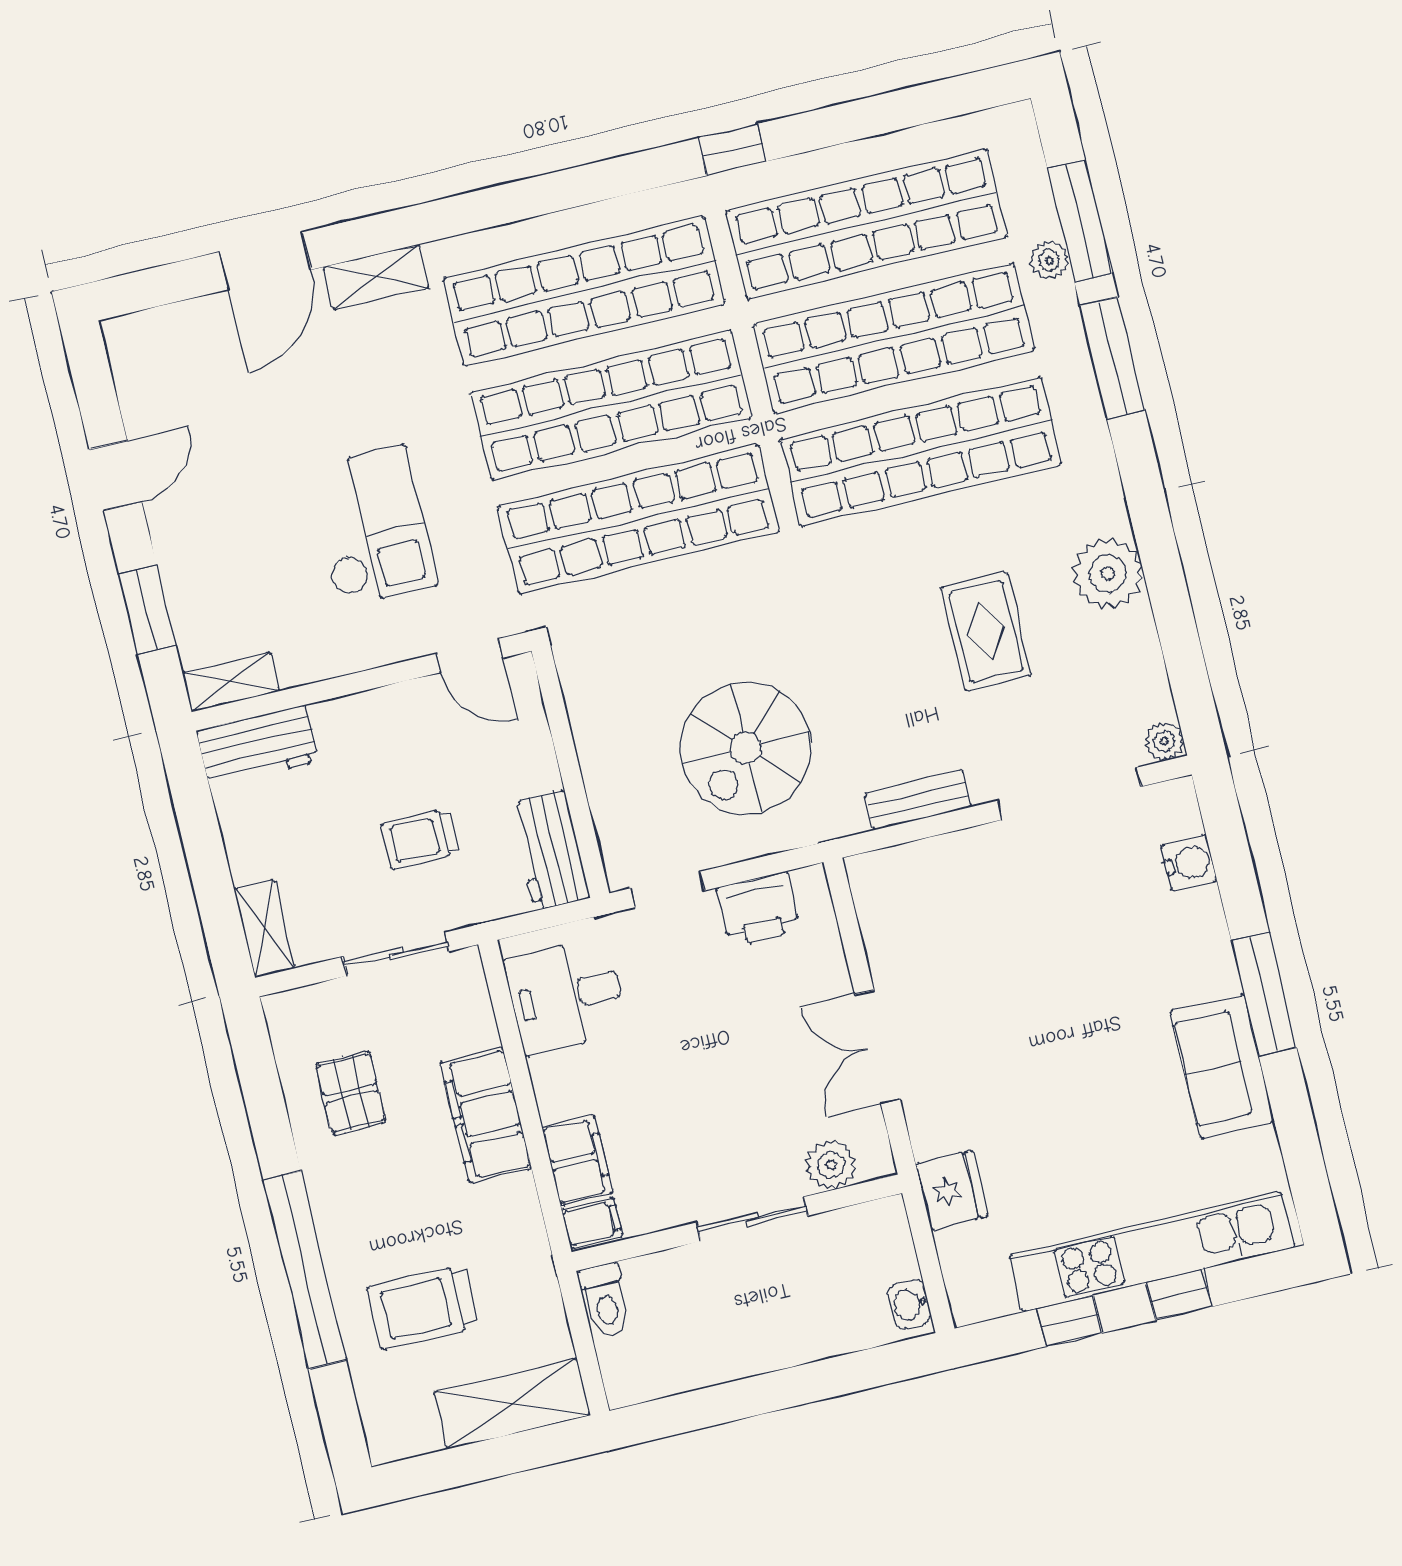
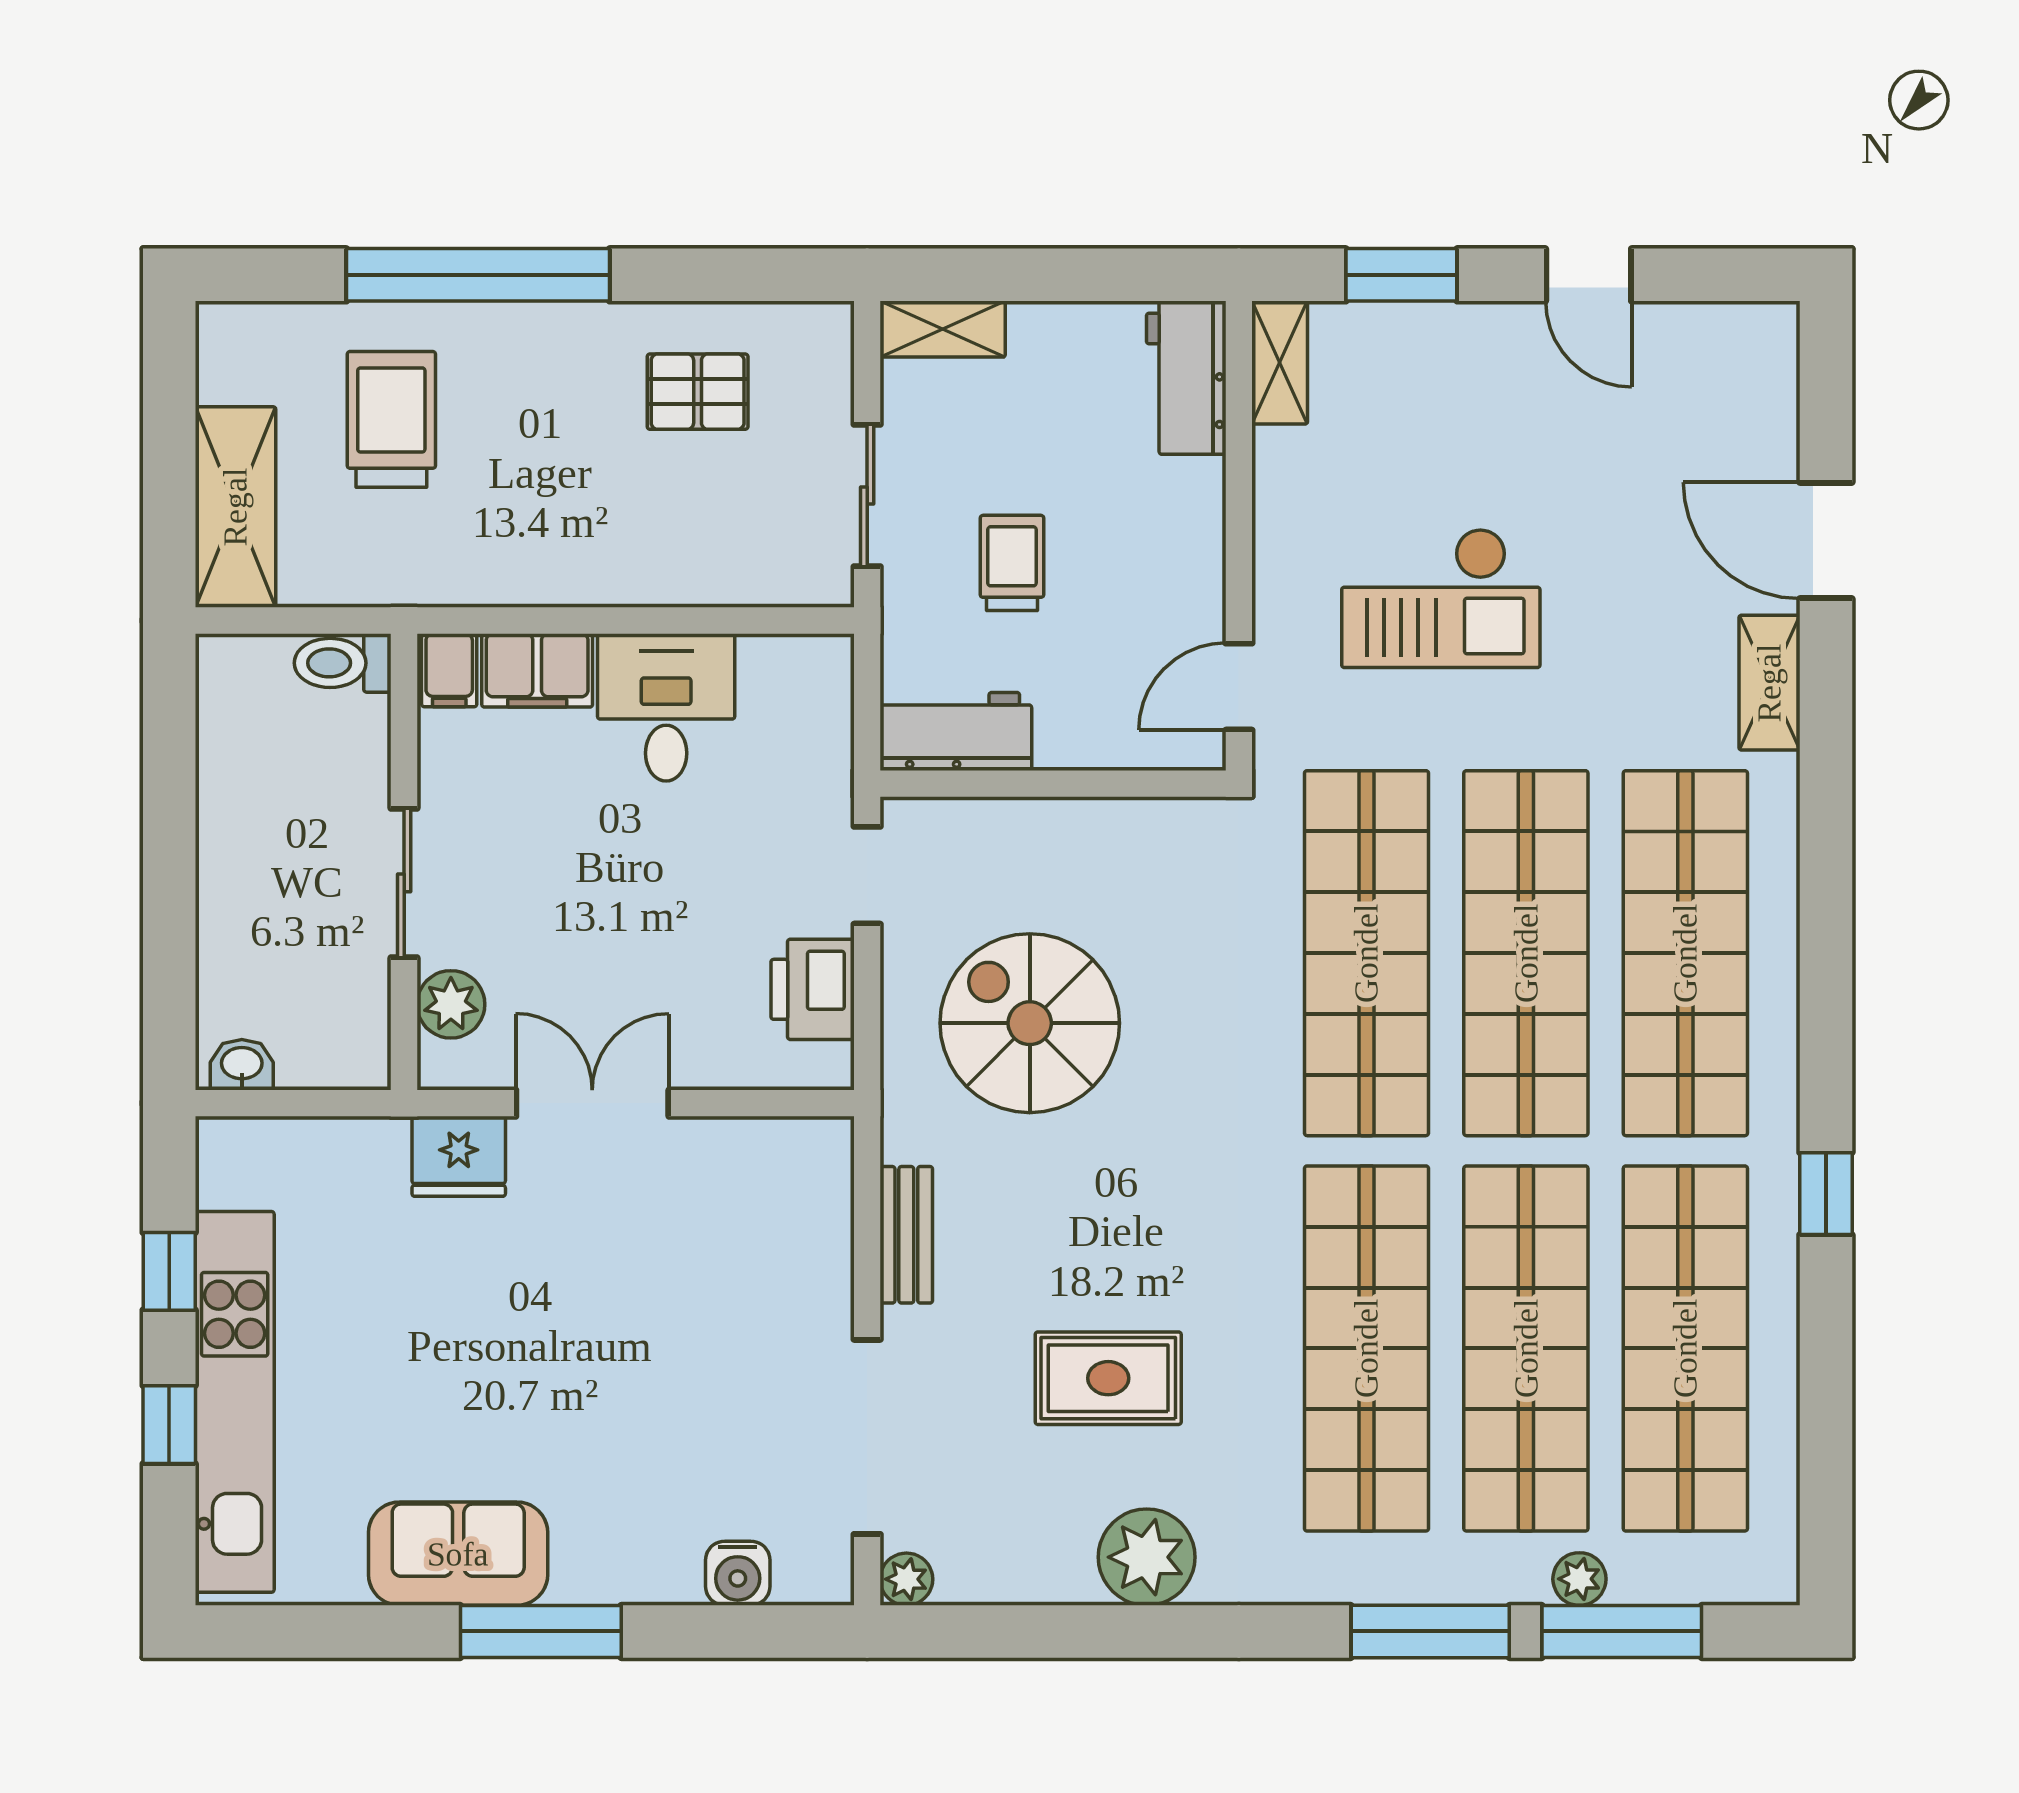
desk: (566, 996) -> (666, 707), moved
filing cabinet: (486, 1115) -> (626, 563), removed
fridge: (952, 1190) -> (459, 1156), moved

